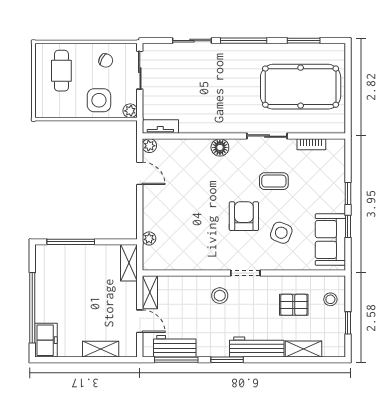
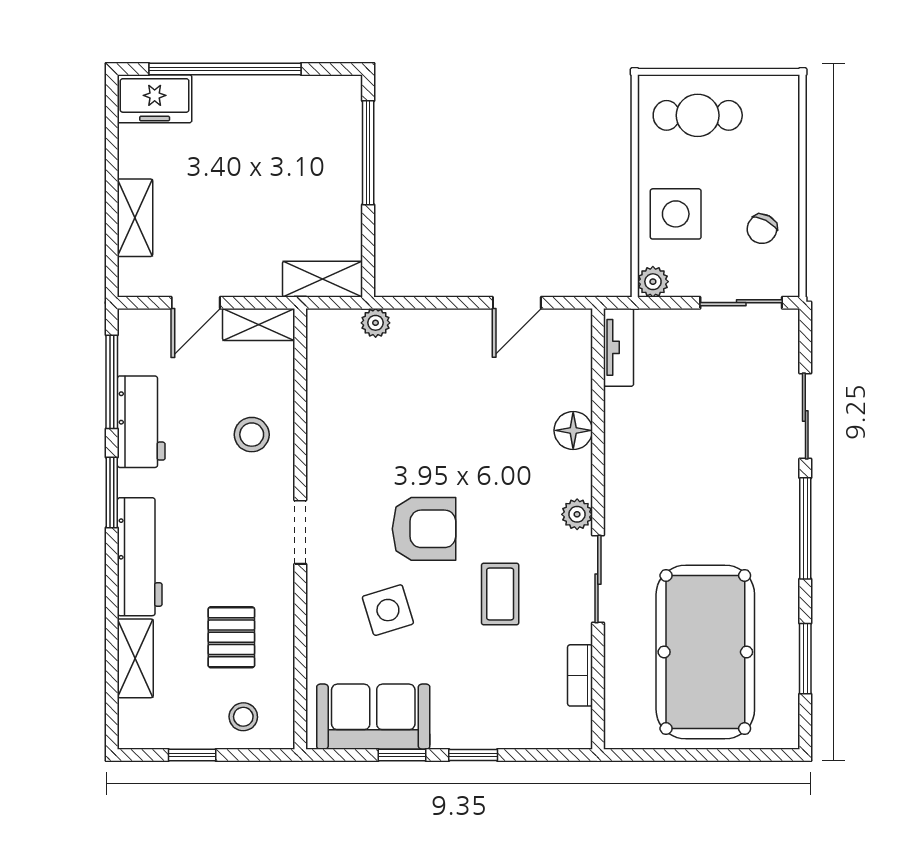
cafe table: (61, 71) -> (698, 115), moved
plant: (149, 146) -> (577, 514), moved
floor lamp: (220, 147) -> (573, 430), moved
side table: (281, 233) -> (388, 610), turned -38
stool: (220, 296) -> (252, 435), moved
workbench: (175, 346) -> (141, 422), moved

